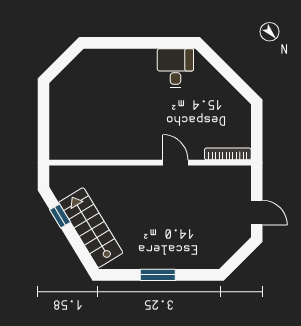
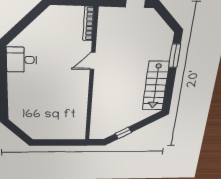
stairs: (91, 228) -> (156, 86), moved, turned -59
window: (158, 275) -> (175, 56), moved

